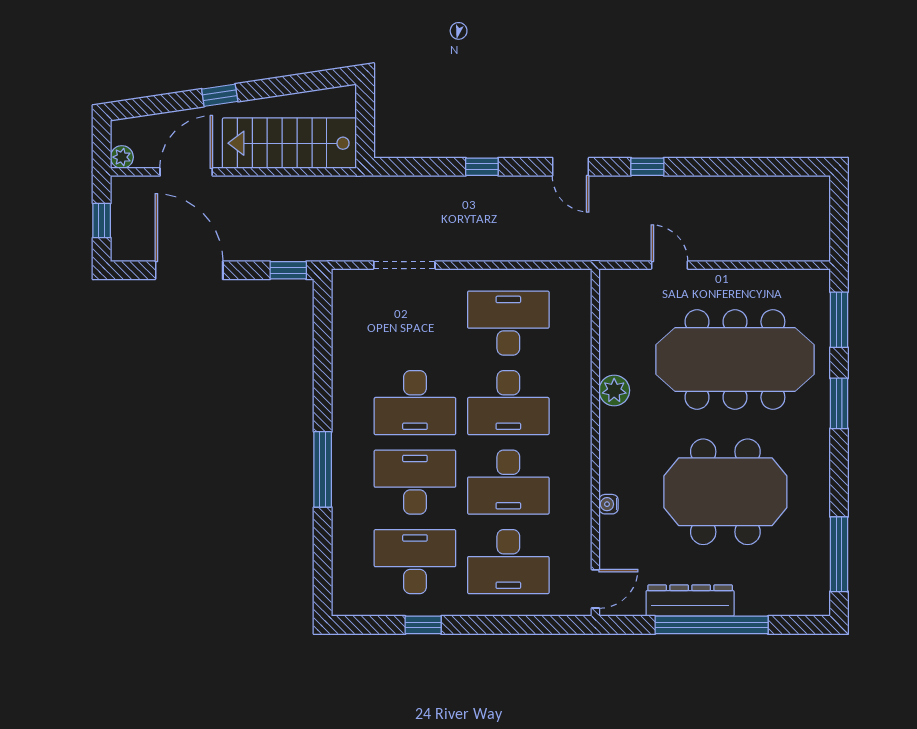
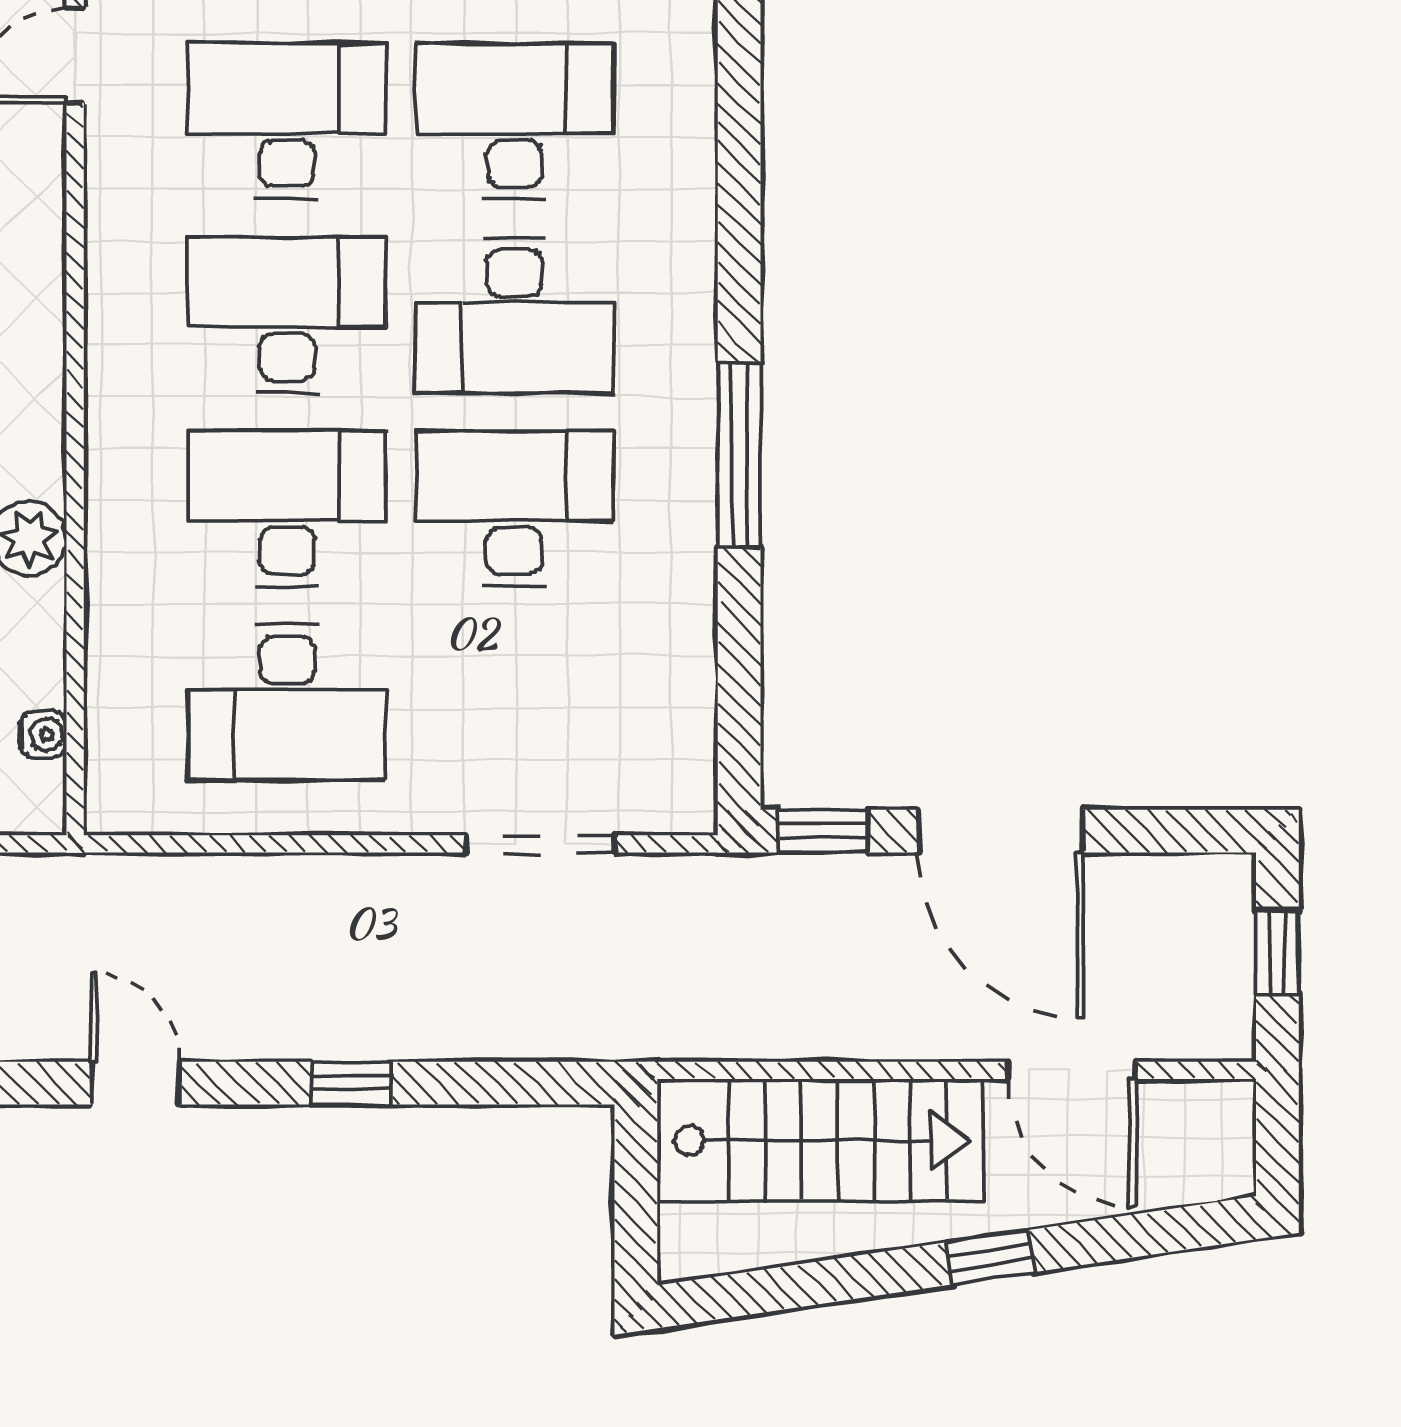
plant: (122, 157) -> (1228, 1107), removed
door: (186, 172) -> (1072, 1070), hinge flipped
door: (189, 270) -> (1001, 831), moved
window: (323, 469) -> (739, 455), moved
water cooler: (609, 504) -> (43, 734), moved
desk: (415, 562) -> (514, 121), turned 180

